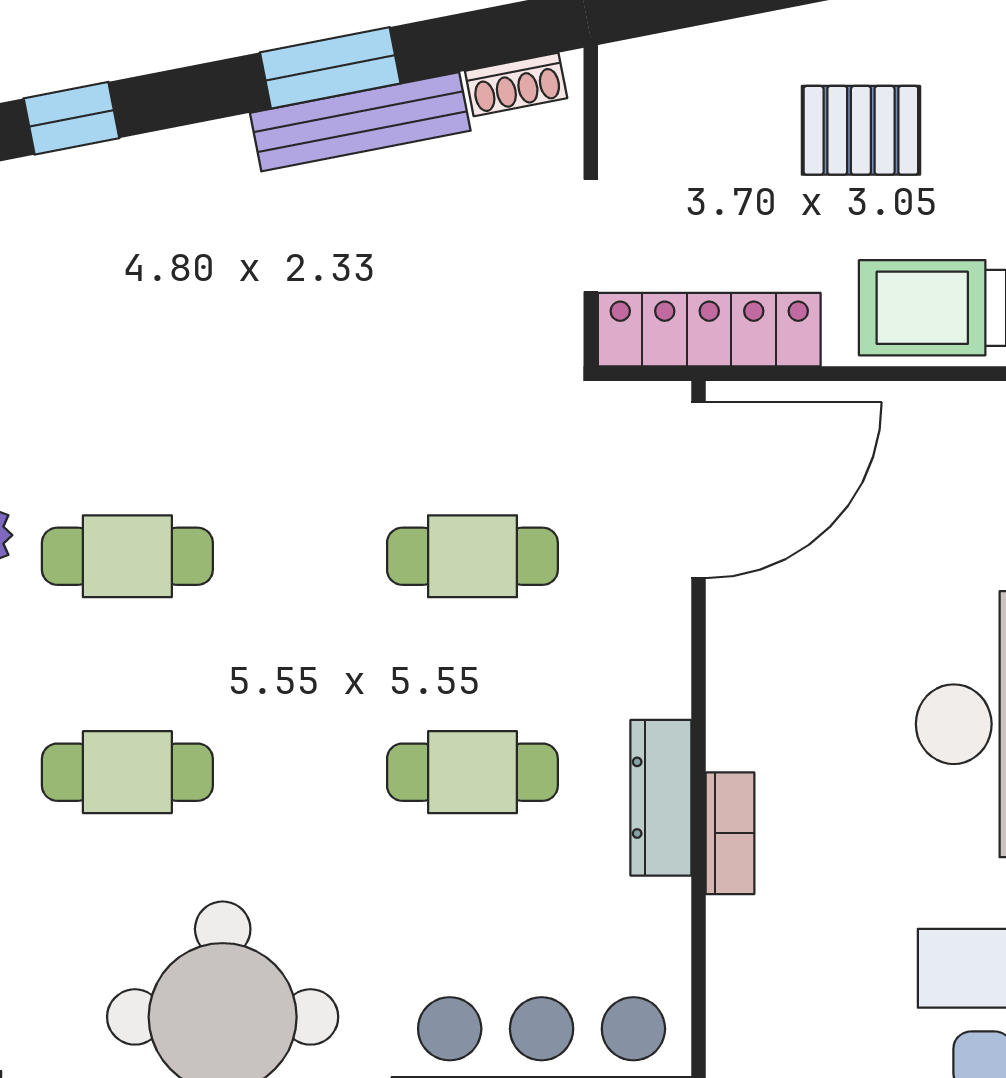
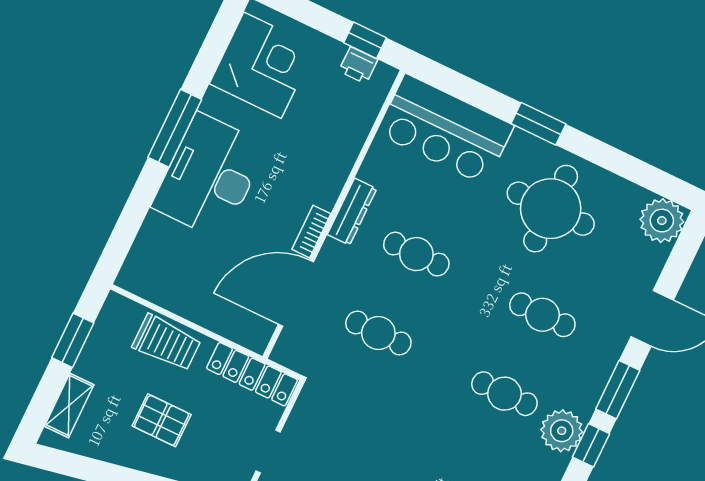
doorway: (591, 236) -> (268, 451), moved
door: (699, 490) -> (296, 293), moved
bookcase: (730, 833) -> (311, 232), moved

